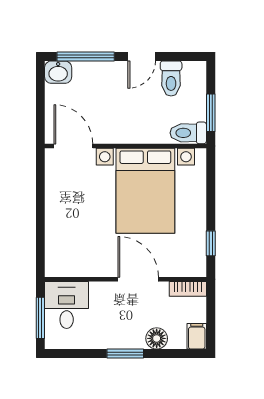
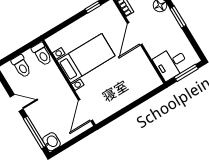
toilet: (171, 79) -> (21, 66), moved, turned 90
window: (211, 113) -> (24, 49), removed
bed with nightstands: (145, 191) -> (86, 58), width x0.73

